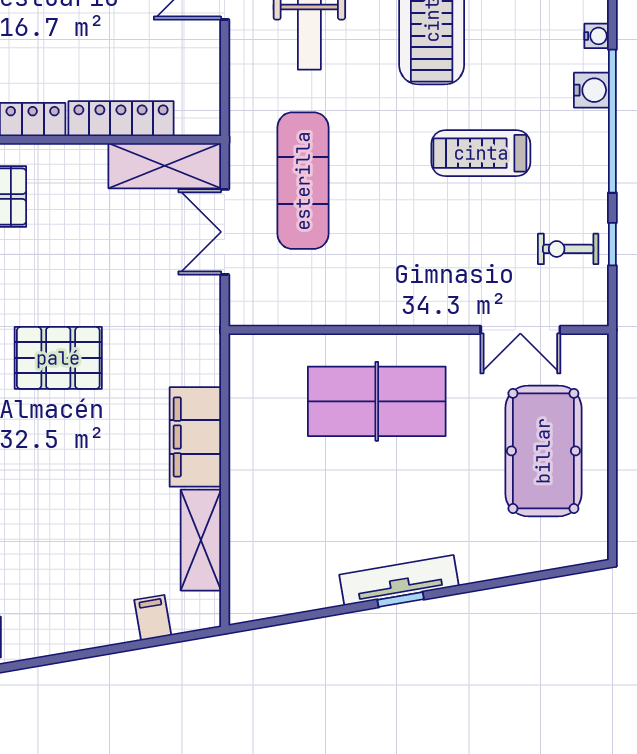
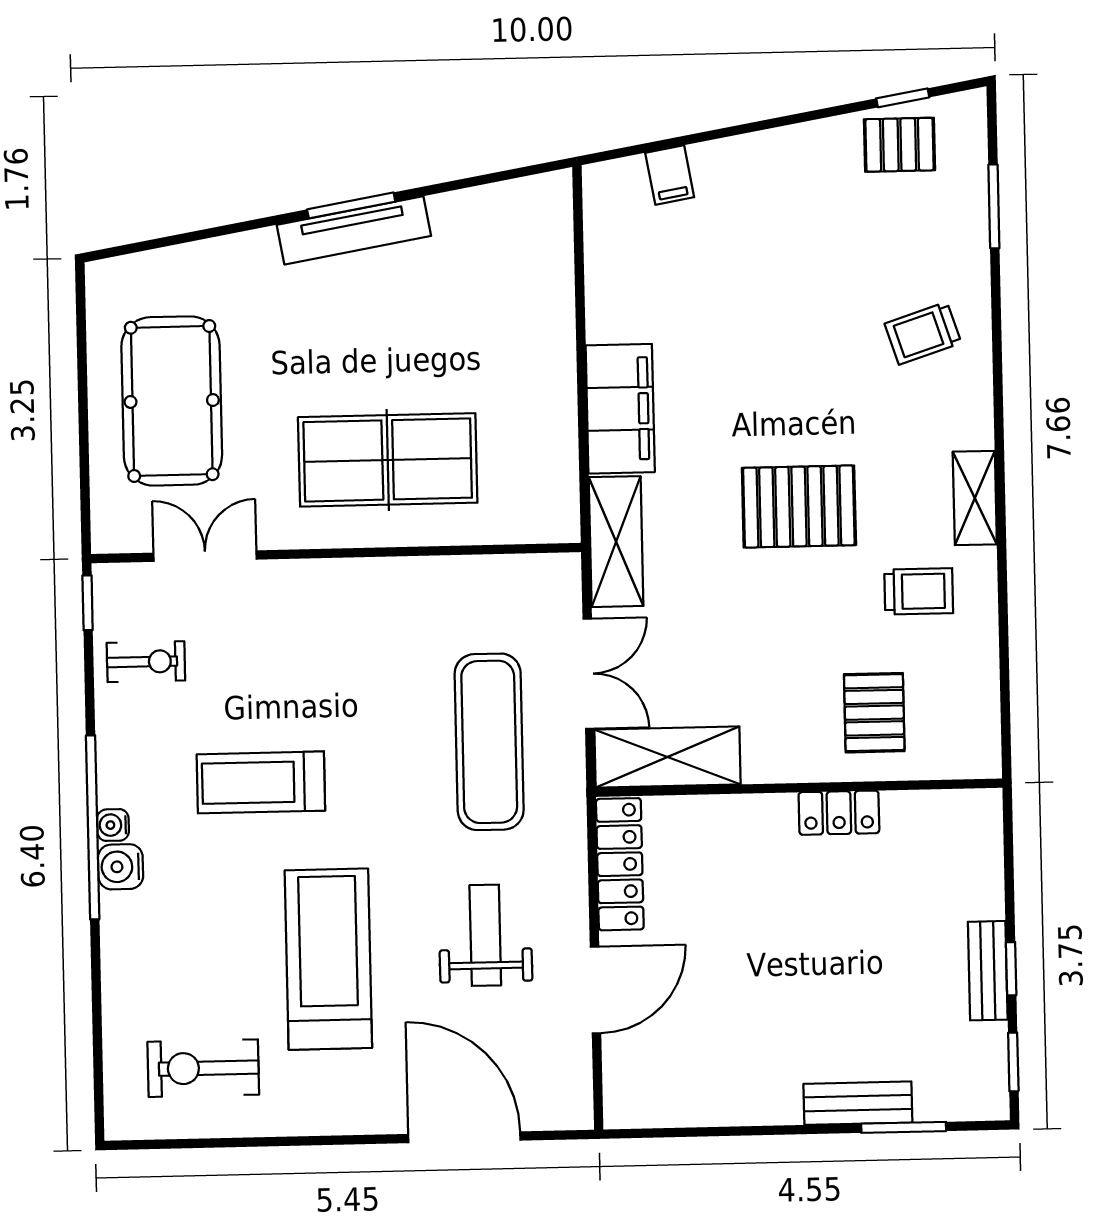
water cooler: (597, 36) -> (113, 825), moved
locker: (121, 119) -> (620, 864), moved, turned -90
treadmill: (481, 153) -> (261, 782), turned 180
window: (612, 244) -> (88, 603), moved
shelving: (201, 540) -> (616, 542), moved
window: (401, 600) -> (351, 205), width x1.50

